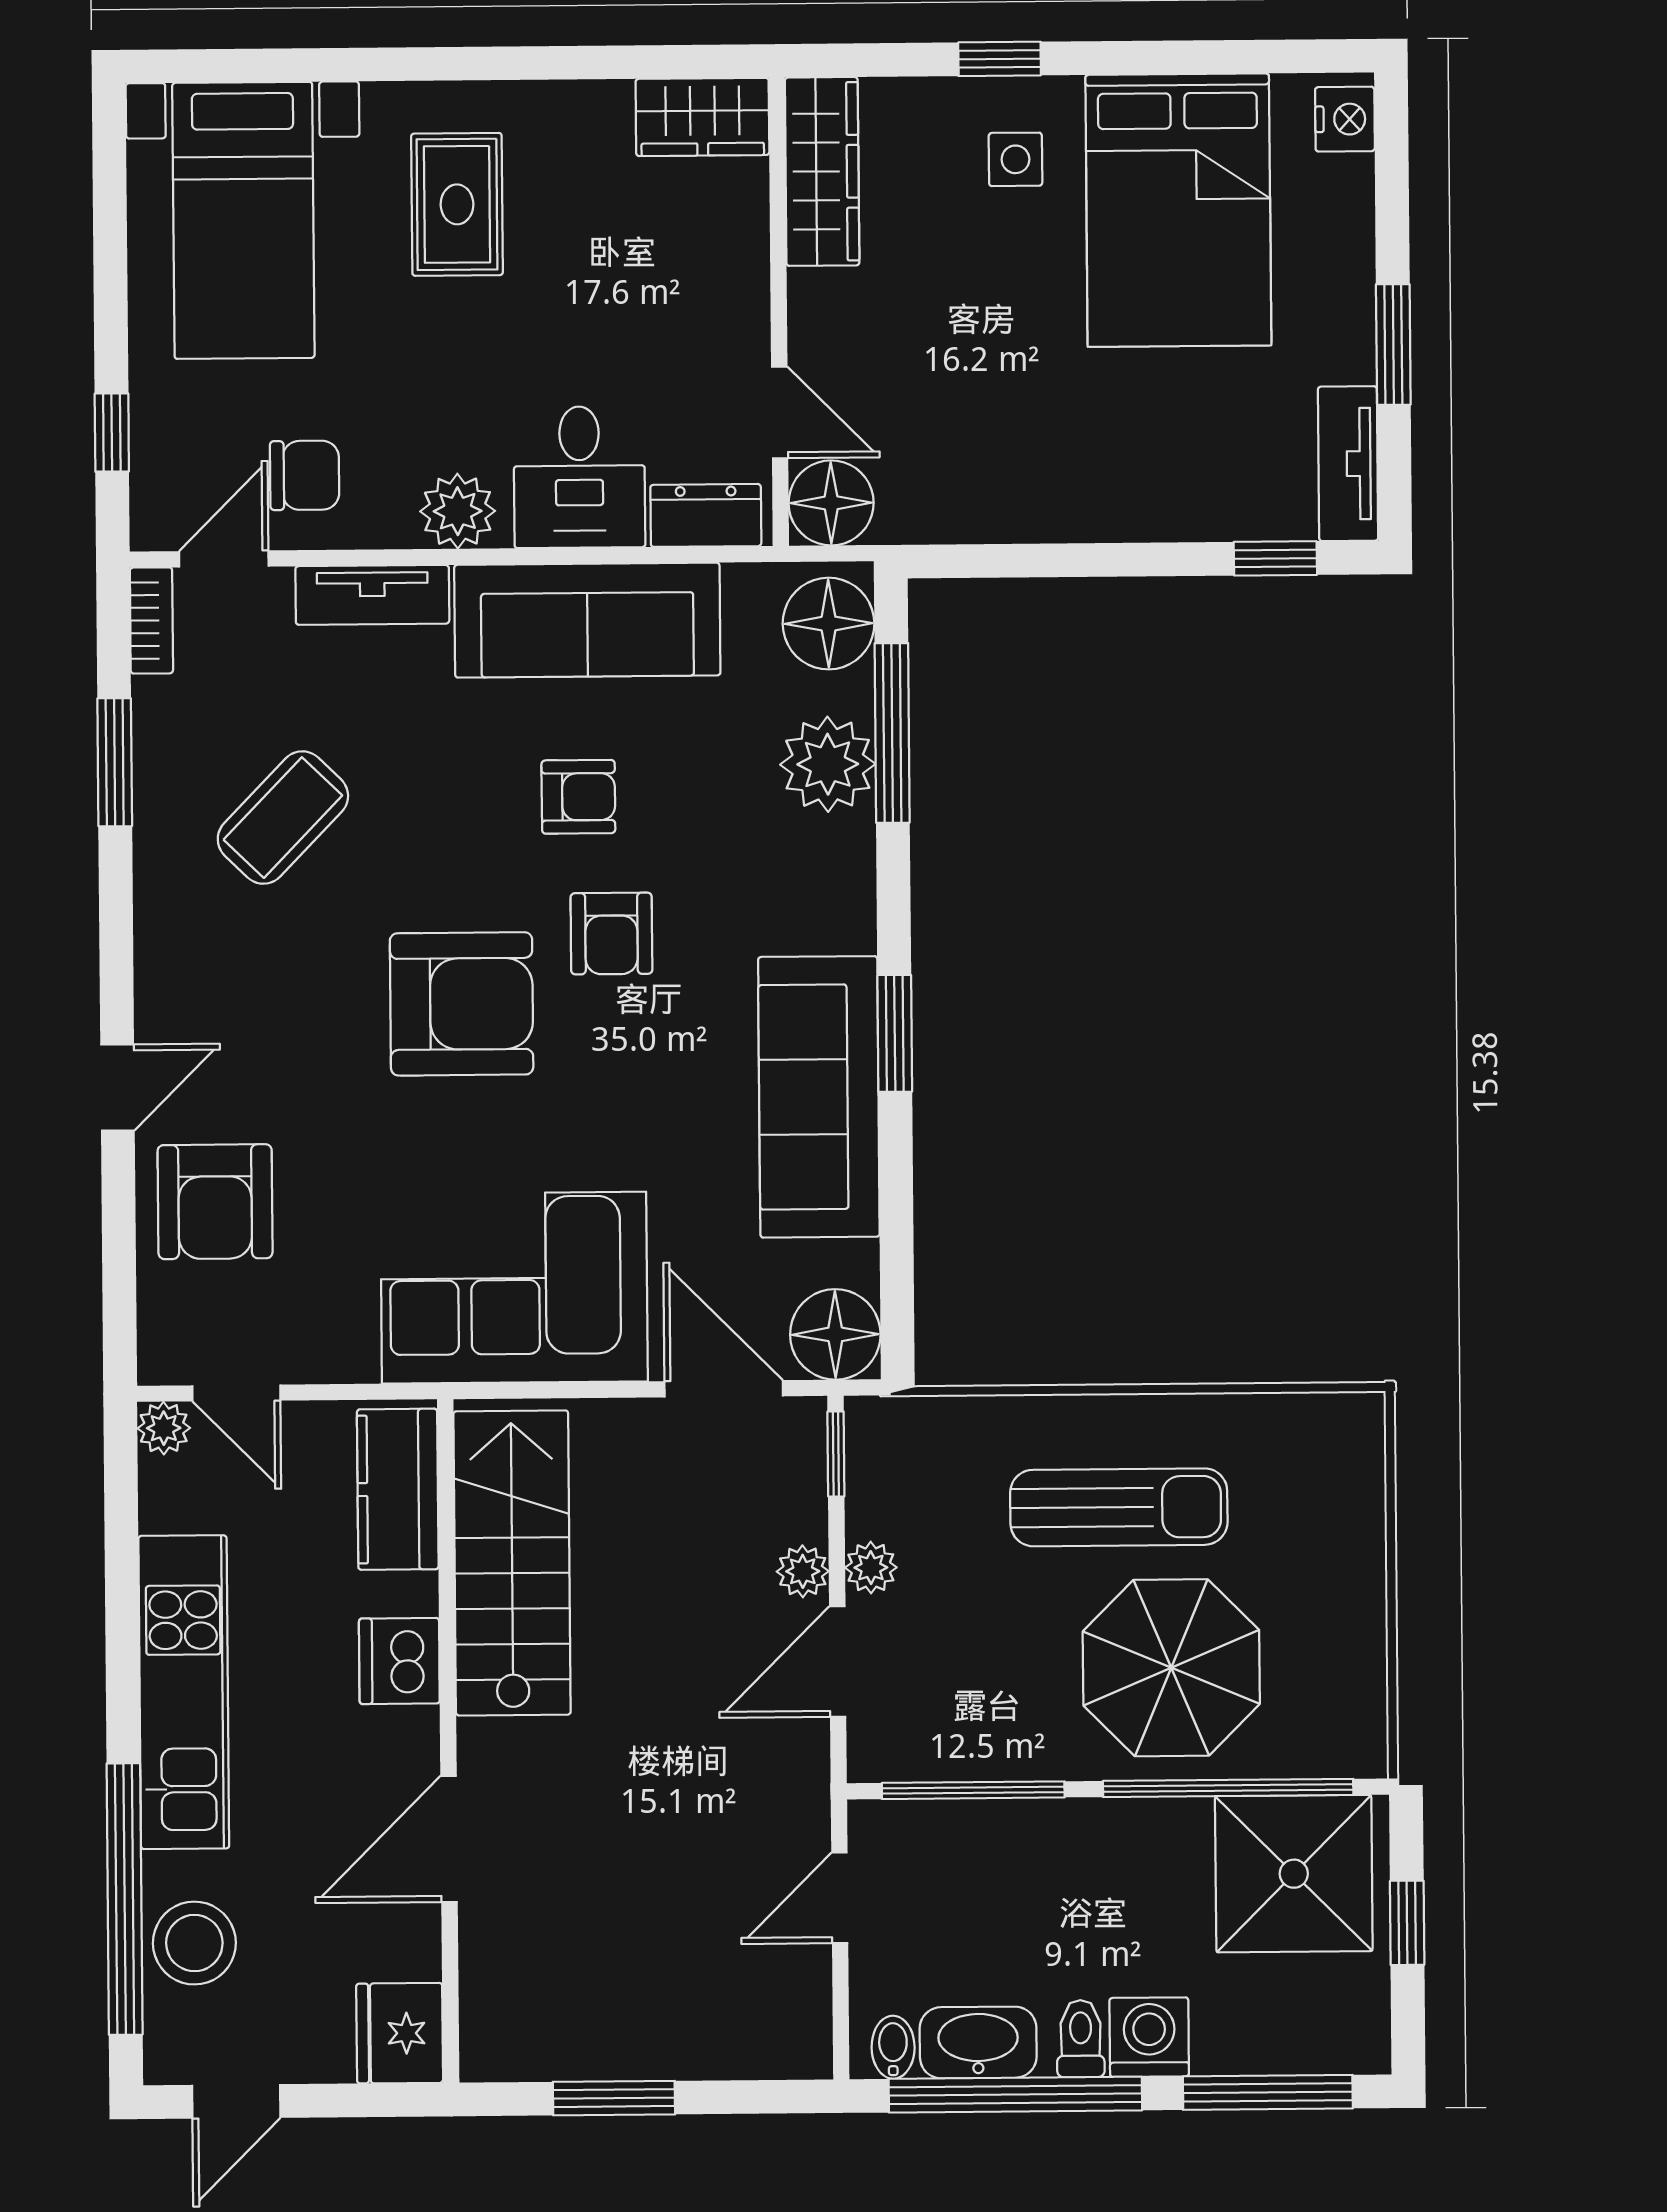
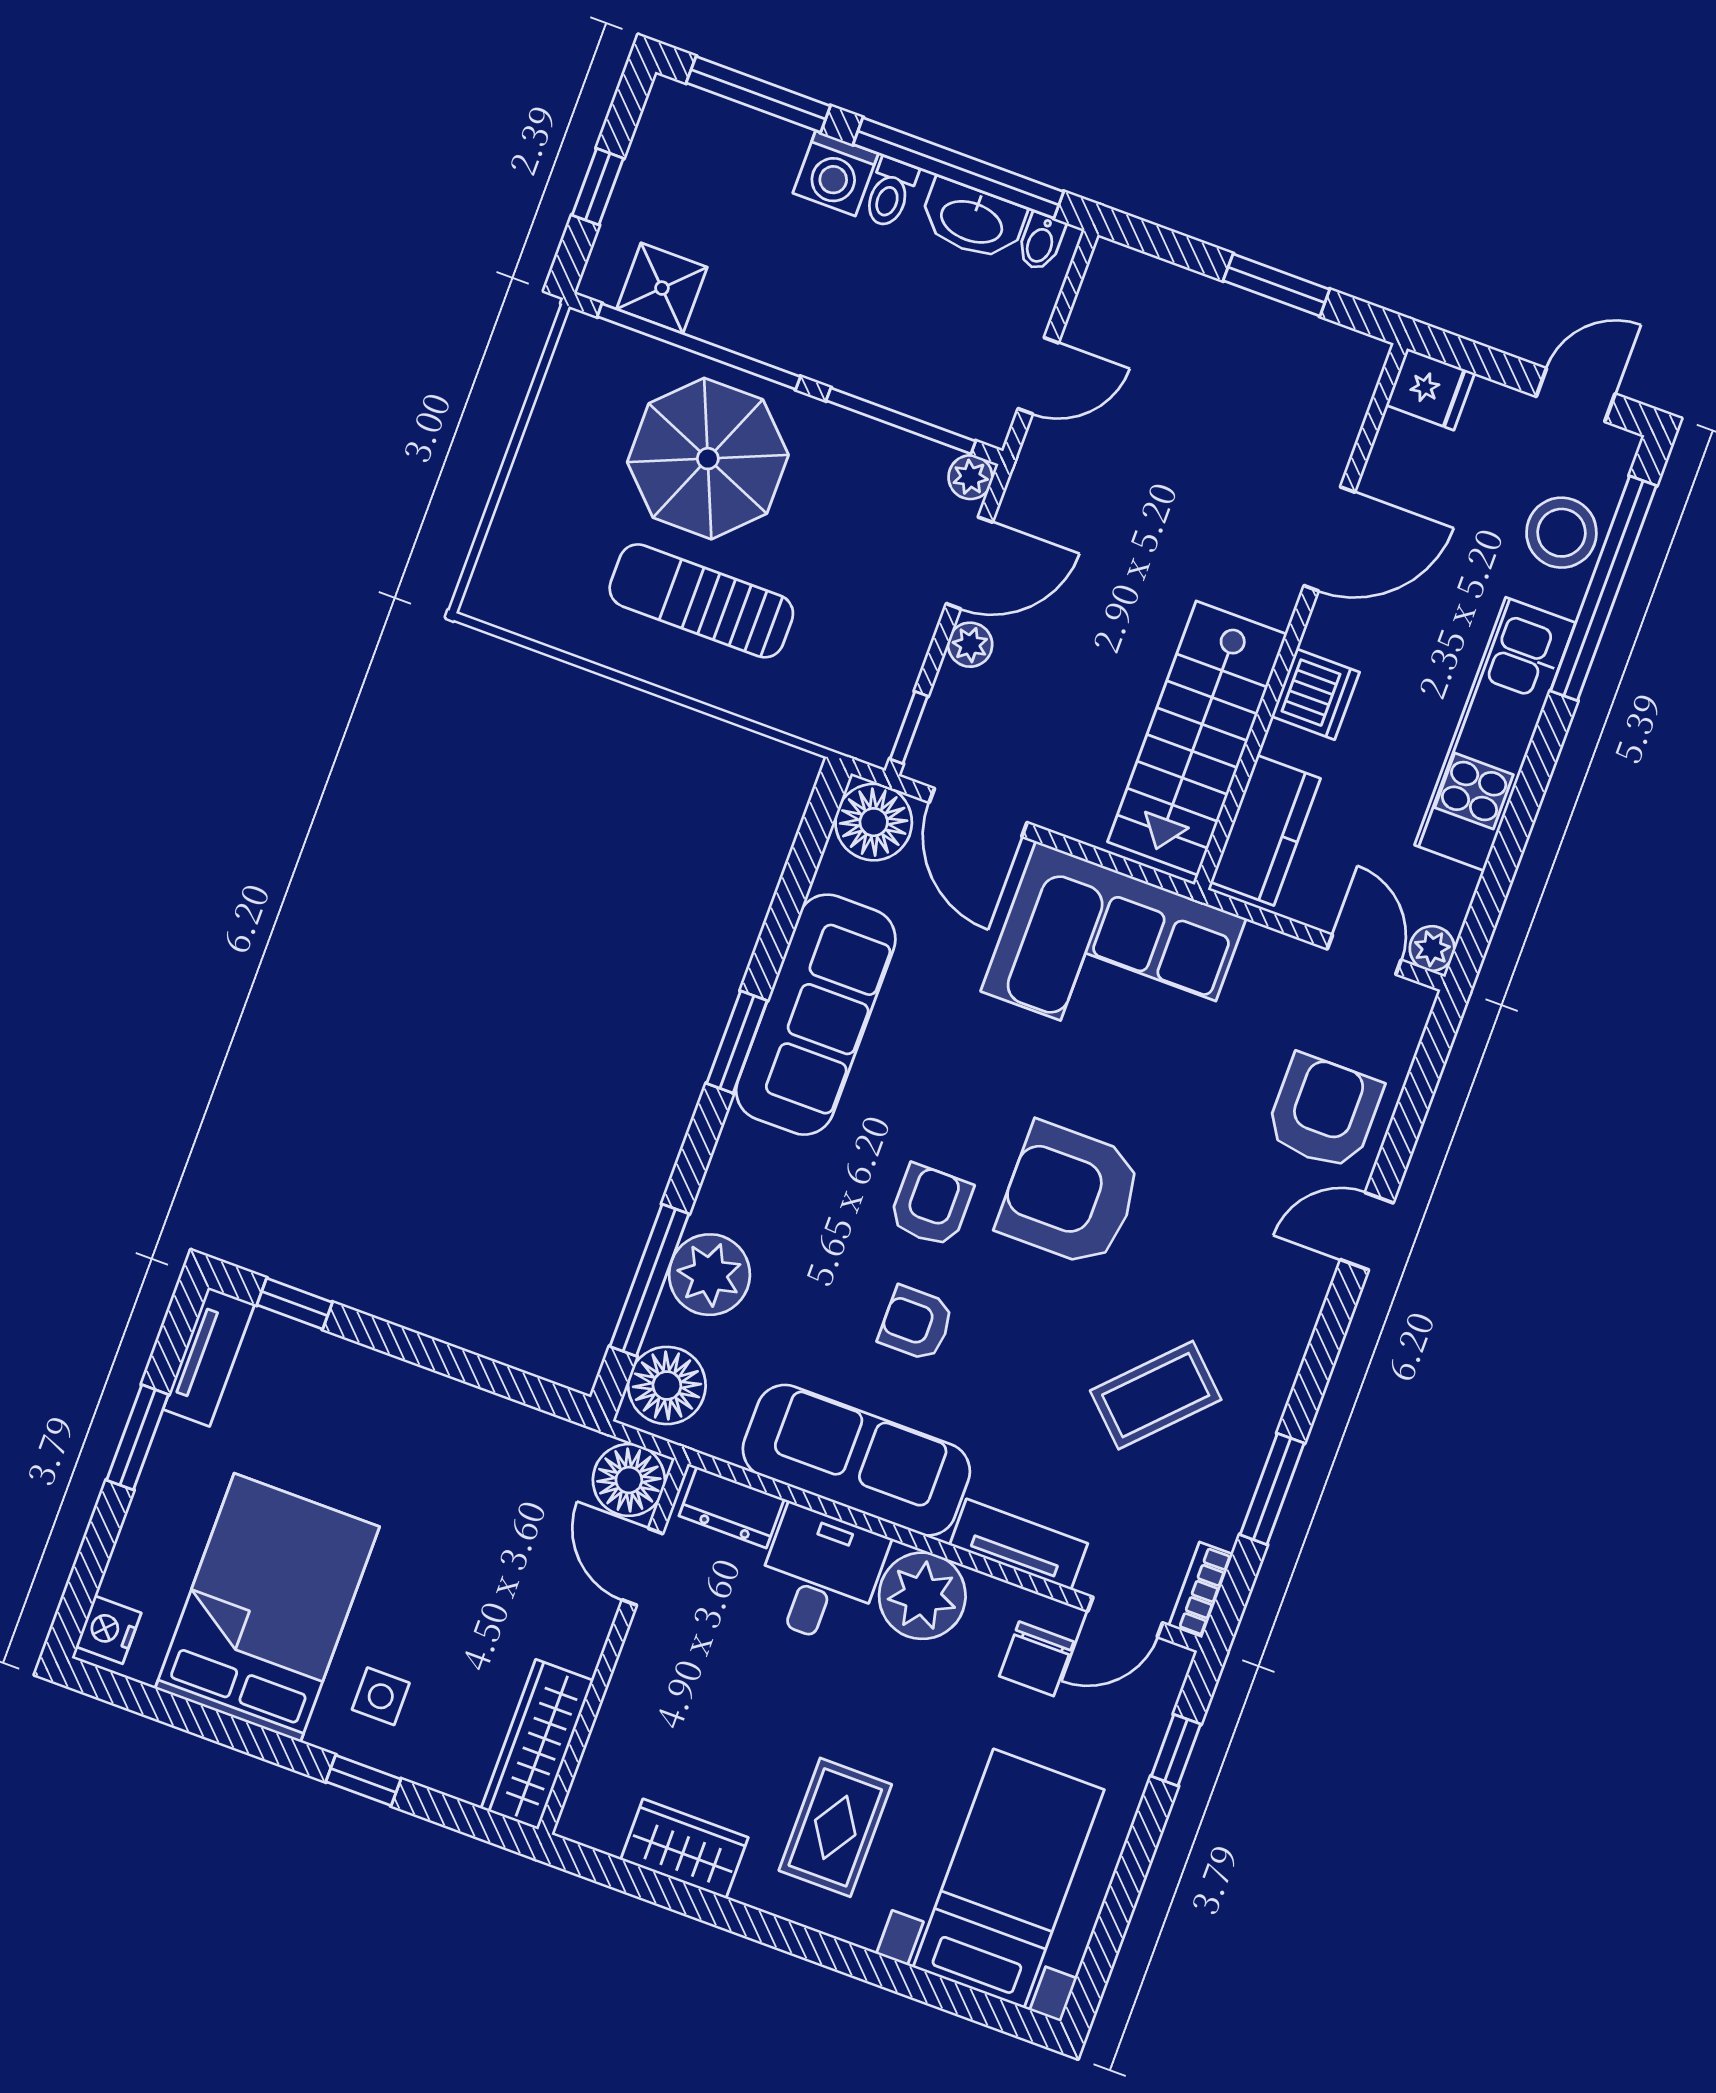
wardrobe: (702, 117) -> (684, 1849), moved
chair: (305, 475) -> (1036, 1659), turned -90
plant: (458, 511) -> (922, 1596), width x1.36, depth x1.36
plant: (871, 1568) -> (970, 477), moved
shower: (1294, 1874) -> (662, 288), width x0.54, depth x0.54
fridge: (400, 2033) -> (1430, 389), width x0.72

